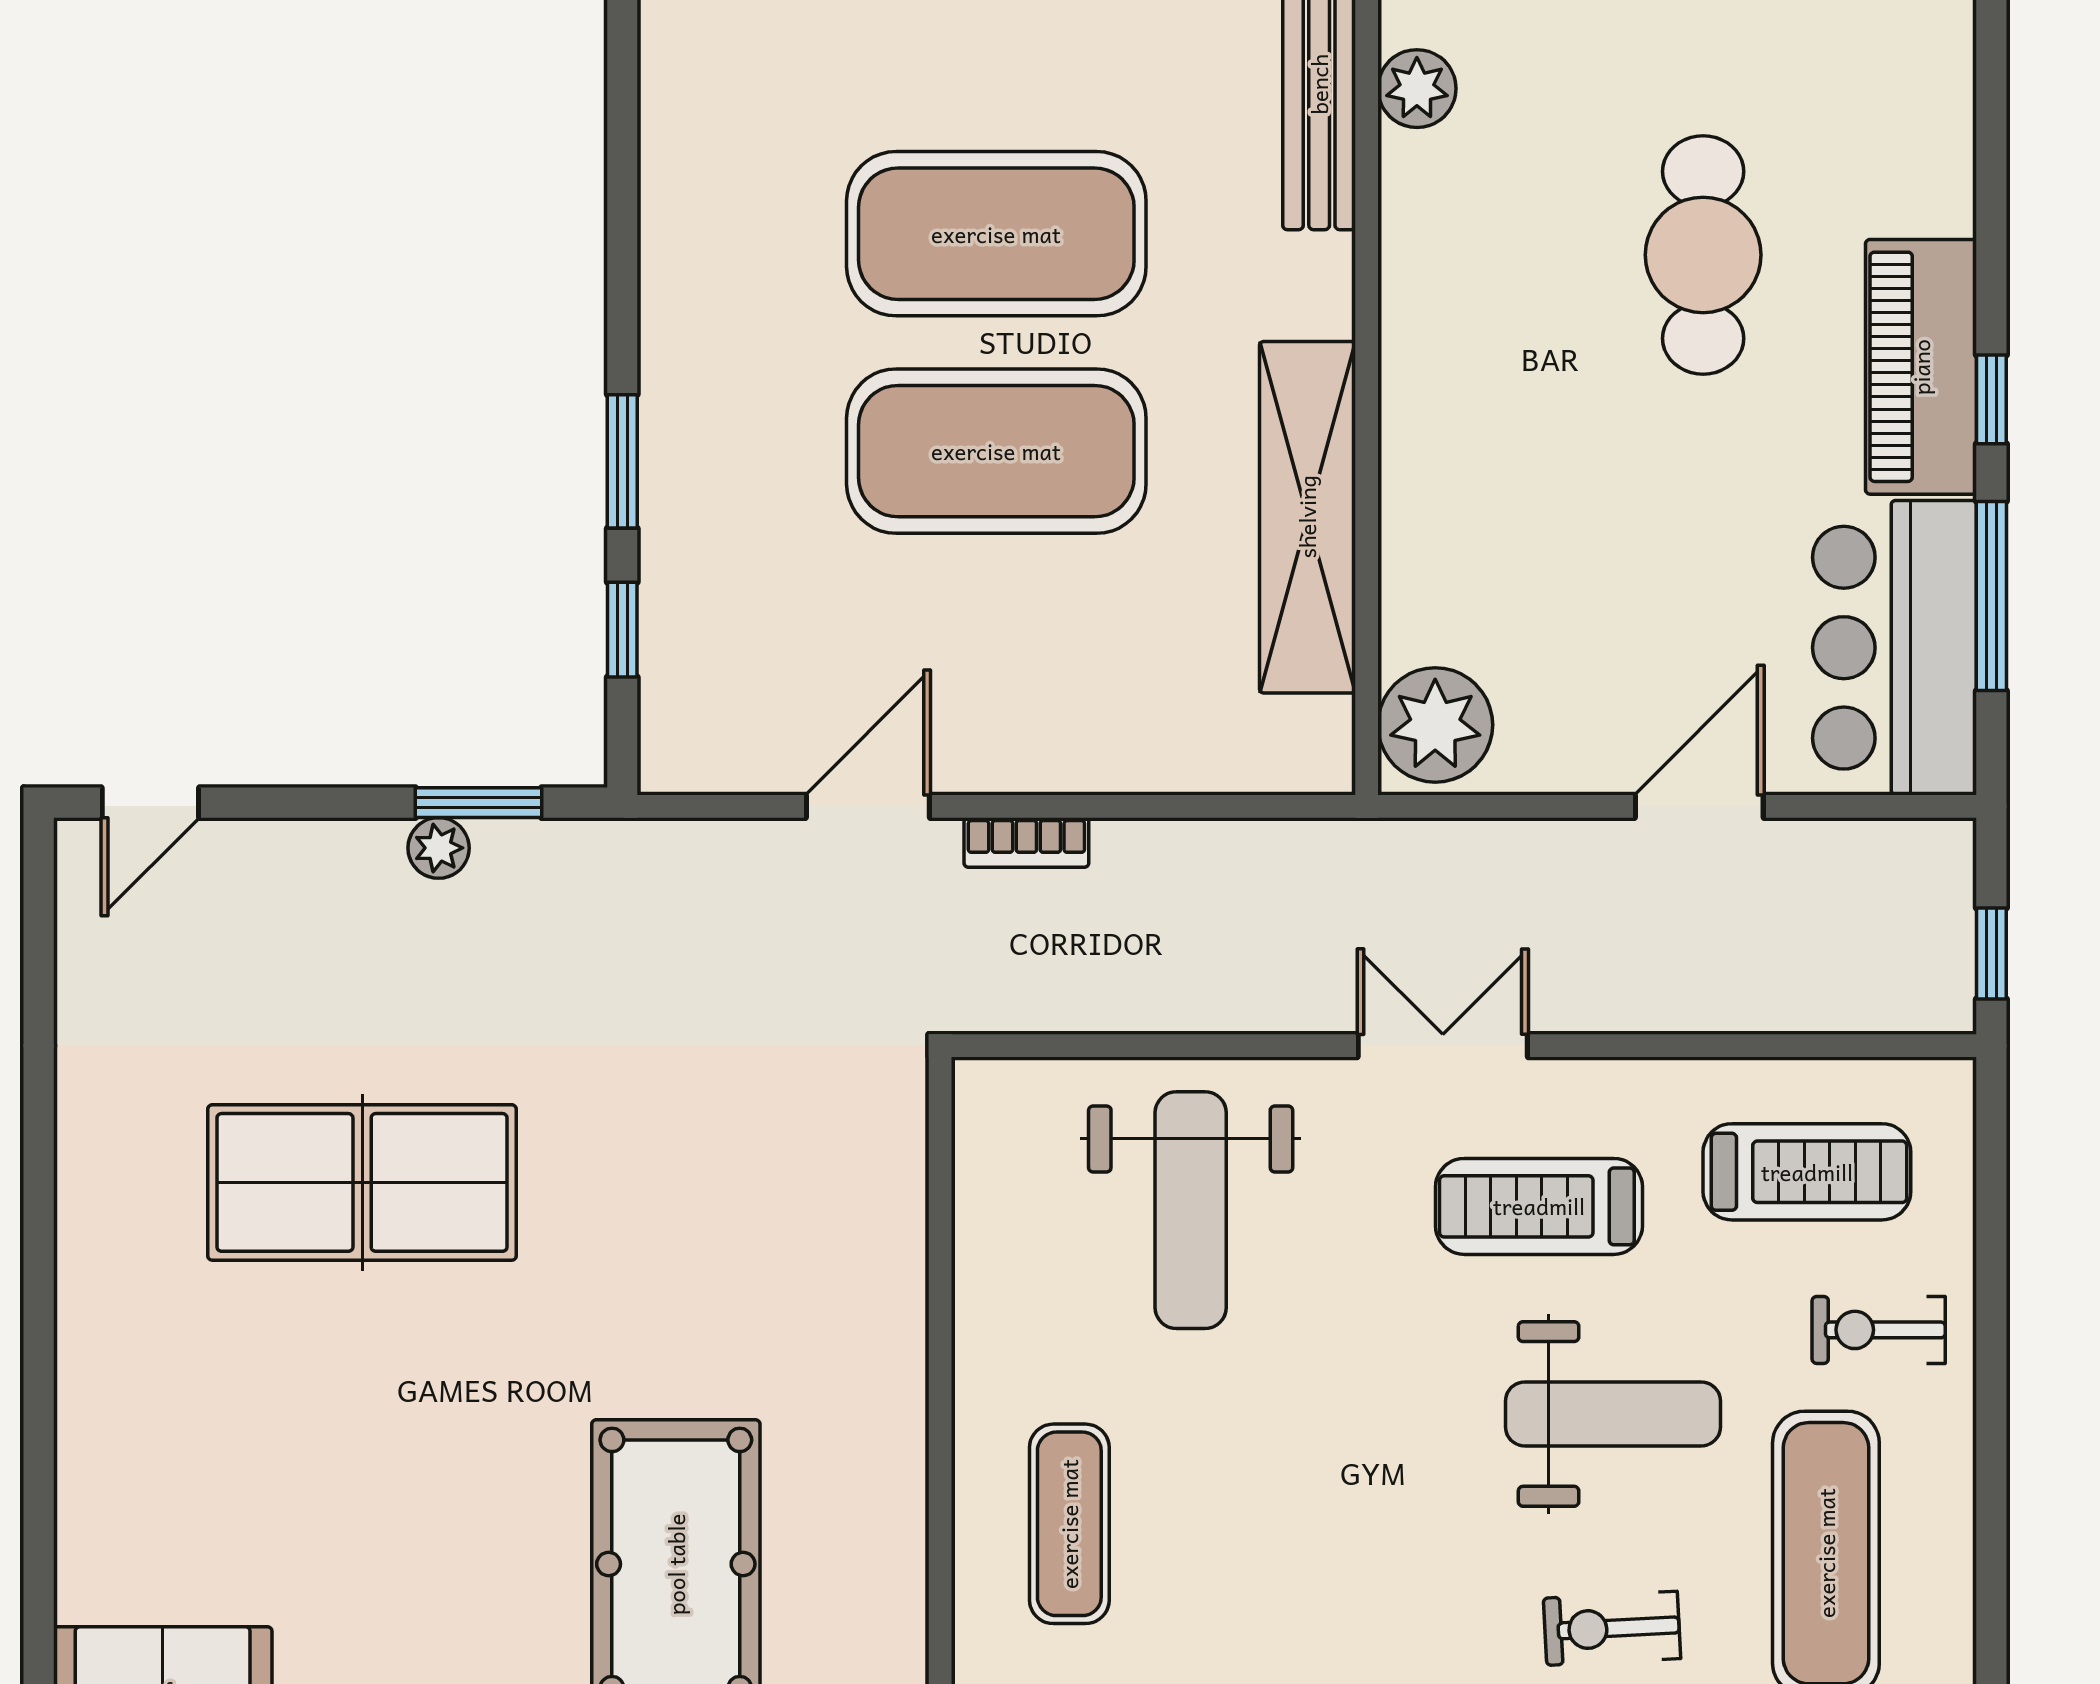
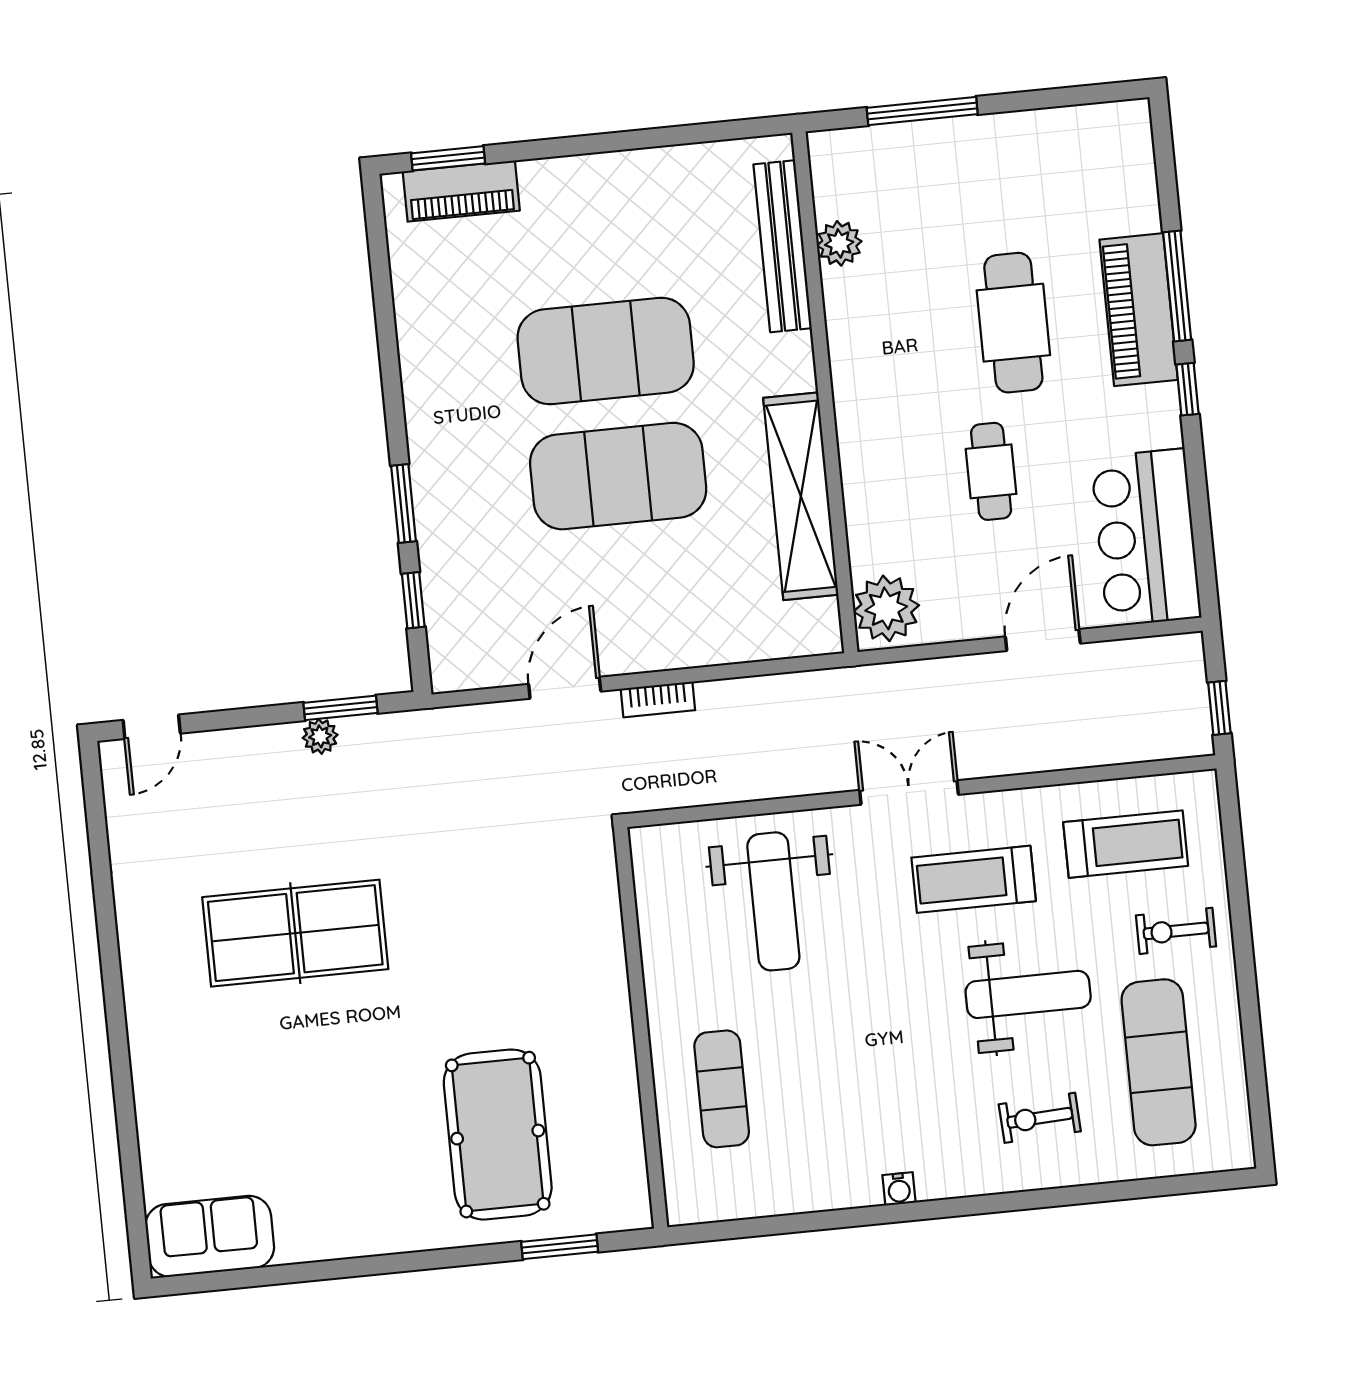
piano: (1921, 367) -> (1139, 310), moved
cafe table: (1639, 507) -> (991, 471), added
window: (1991, 596) -> (1177, 286), moved

